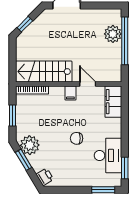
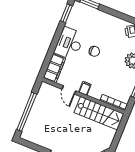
plant: (113, 34) -> (34, 121), removed
desk: (108, 155) -> (69, 43), moved

